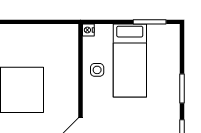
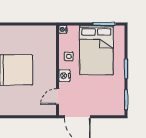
bed: (130, 61) -> (96, 50), width x1.50
nightstand: (91, 99) -> (64, 76), added

